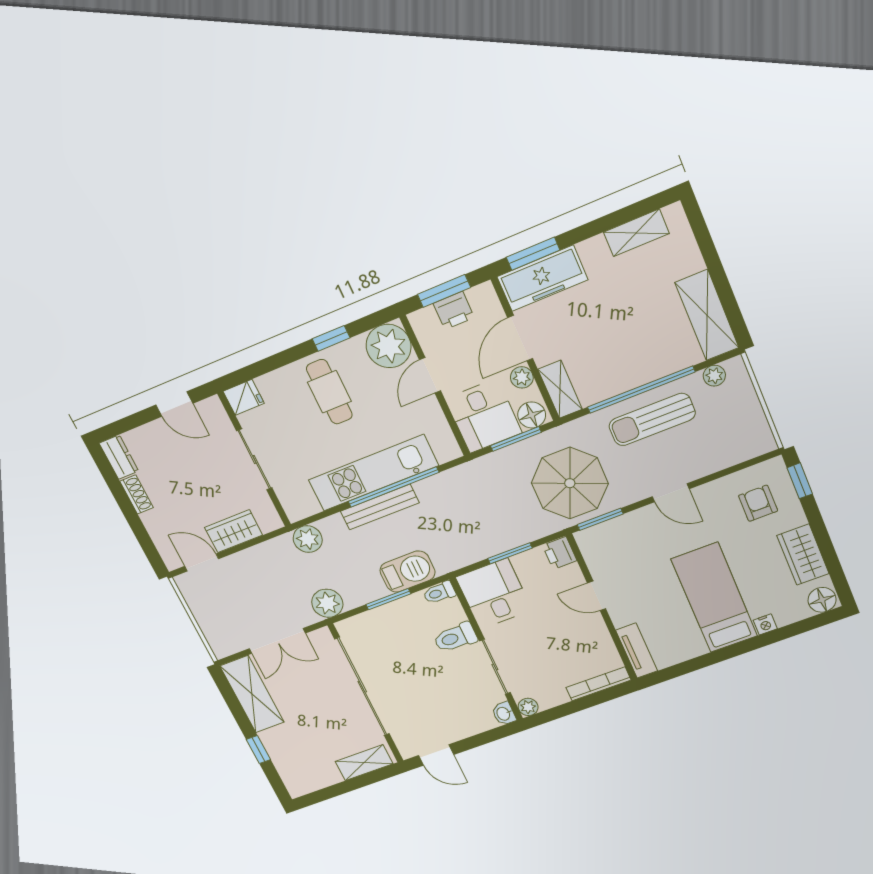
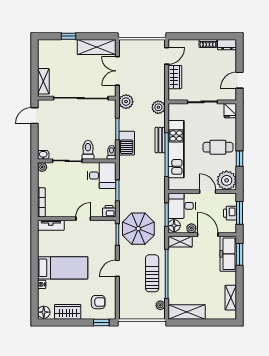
bench: (380, 507) -> (160, 140), width x0.73

